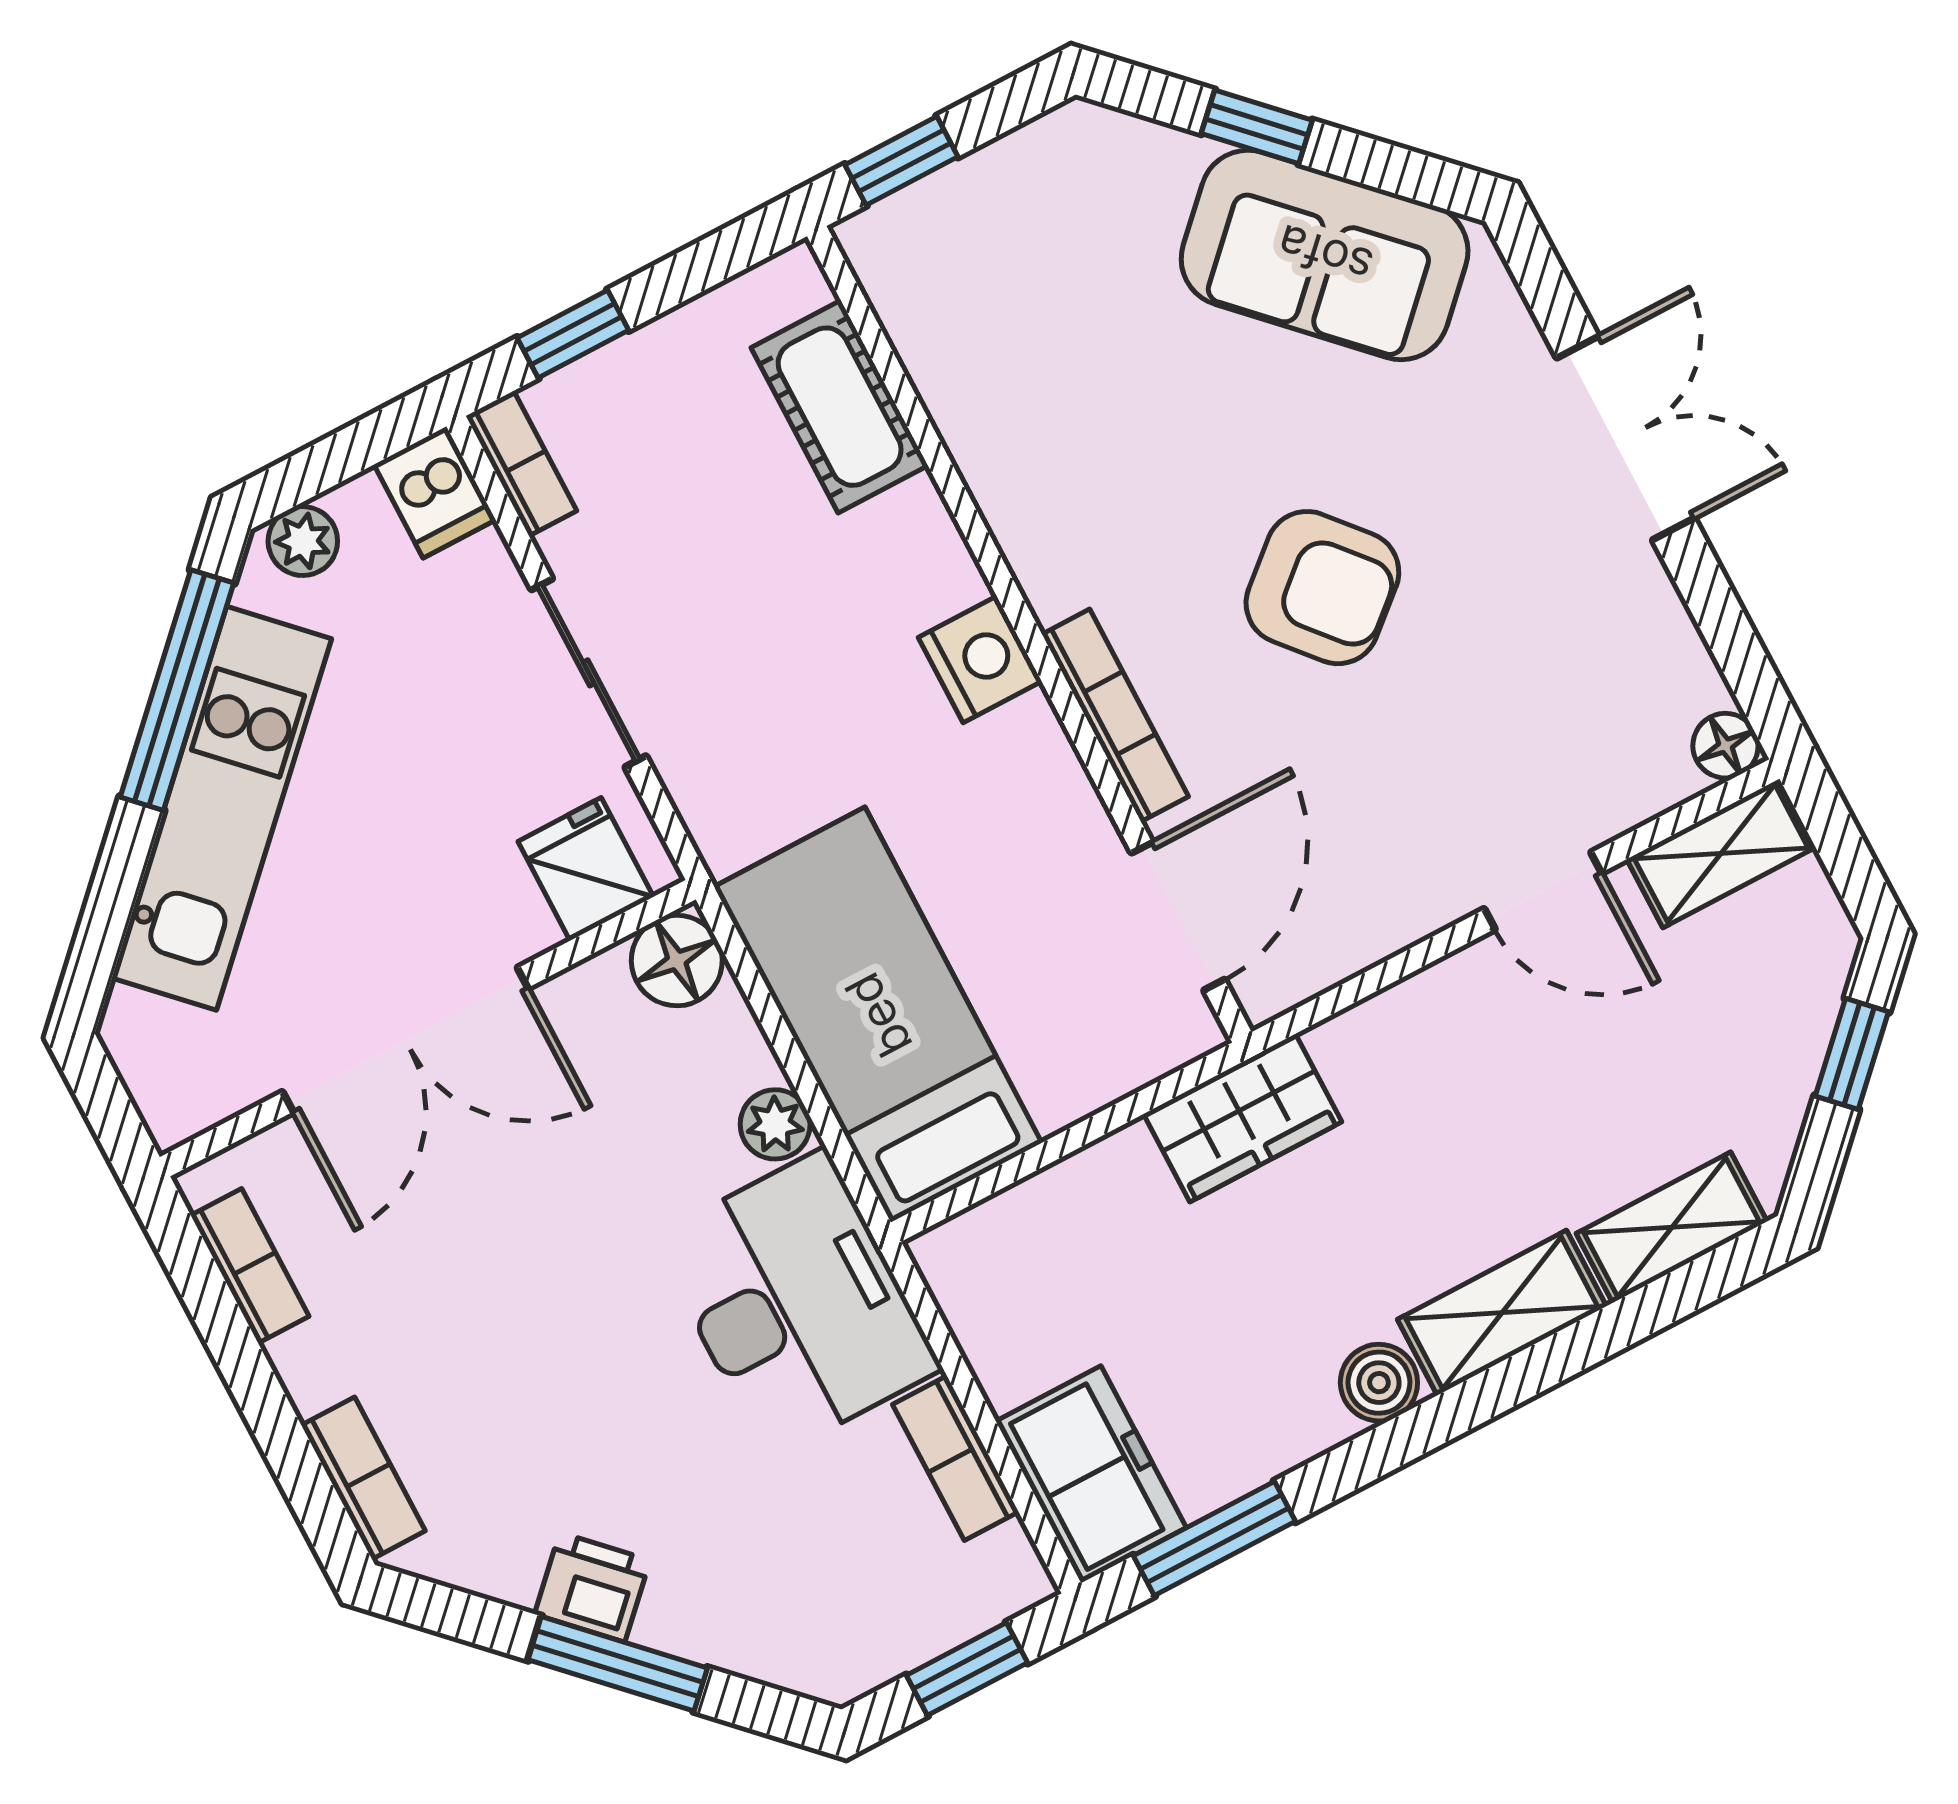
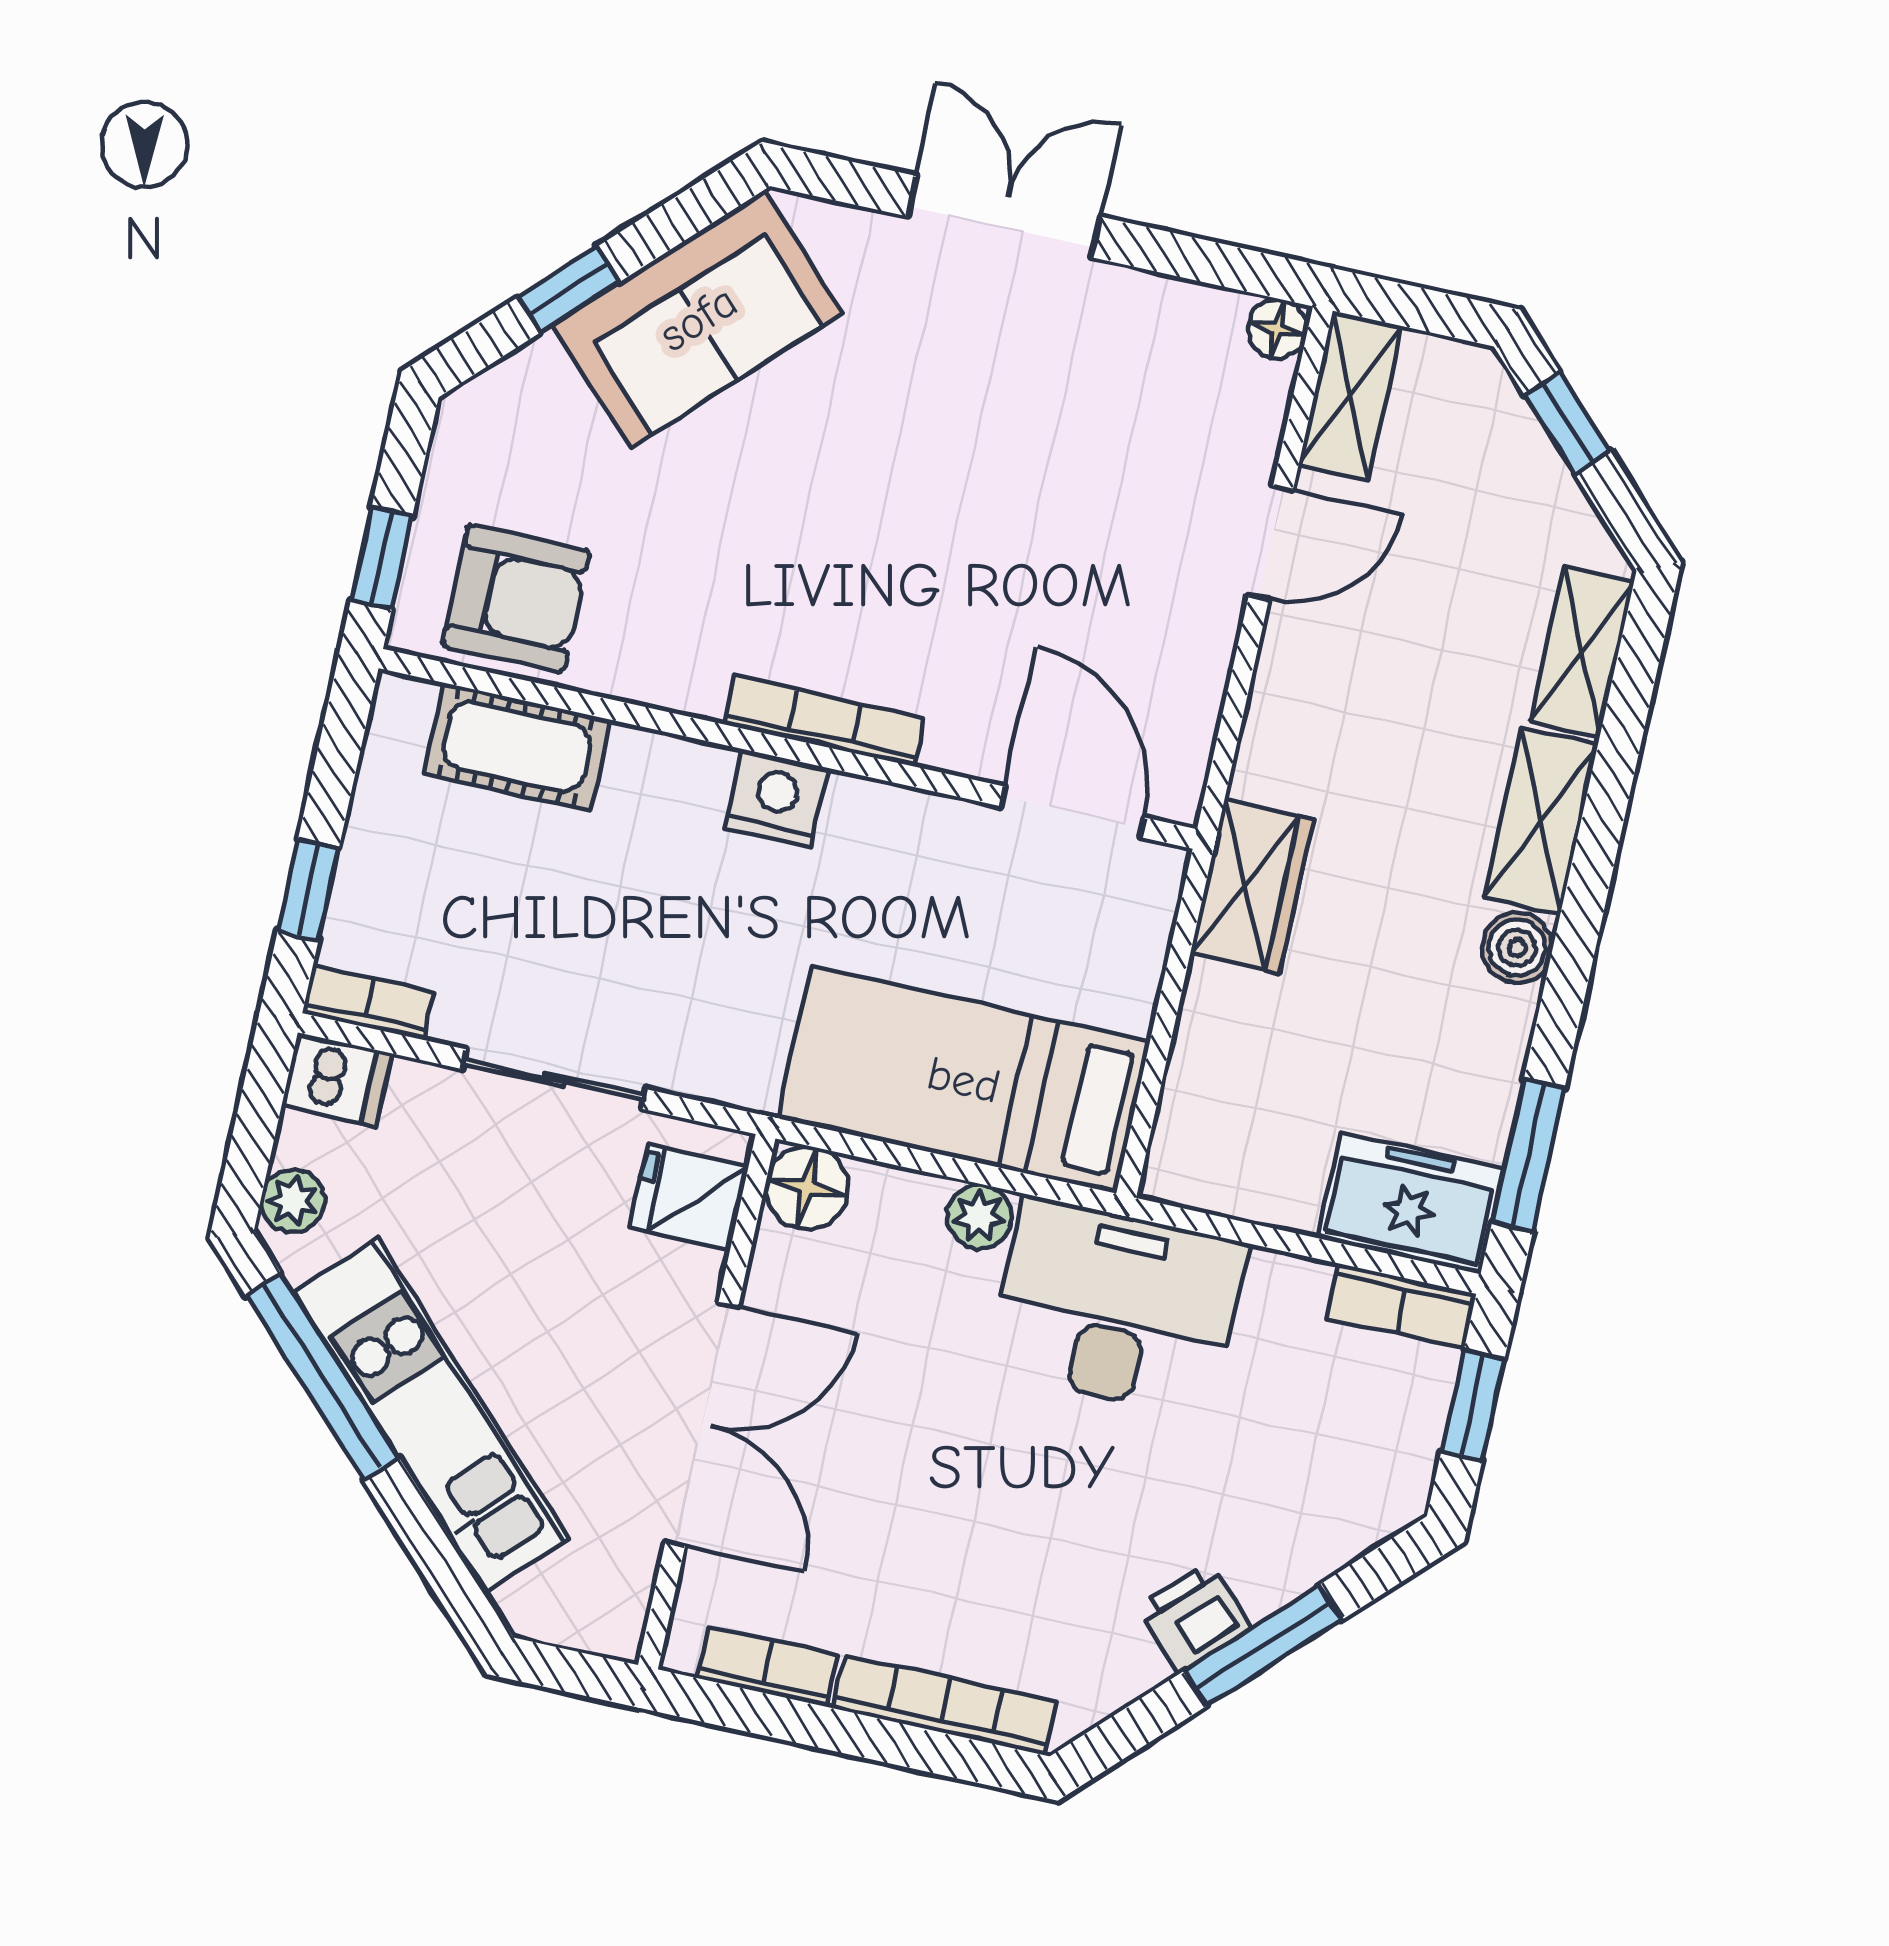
armchair: (1322, 588) -> (516, 599), moved, turned 41
bookcase: (1115, 715) -> (824, 721), moved
bookcase: (956, 1458) -> (1401, 1306), moved
bookcase: (363, 1478) -> (944, 1705), width x1.56

